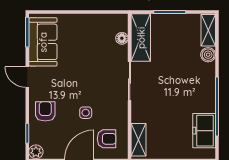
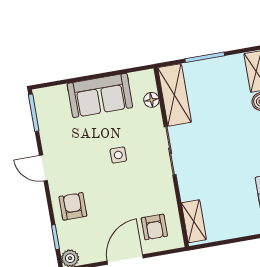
sofa: (43, 42) -> (100, 95), moved, turned 90
side table: (86, 113) -> (118, 155), moved
armchair: (107, 139) -> (154, 227), turned 90

